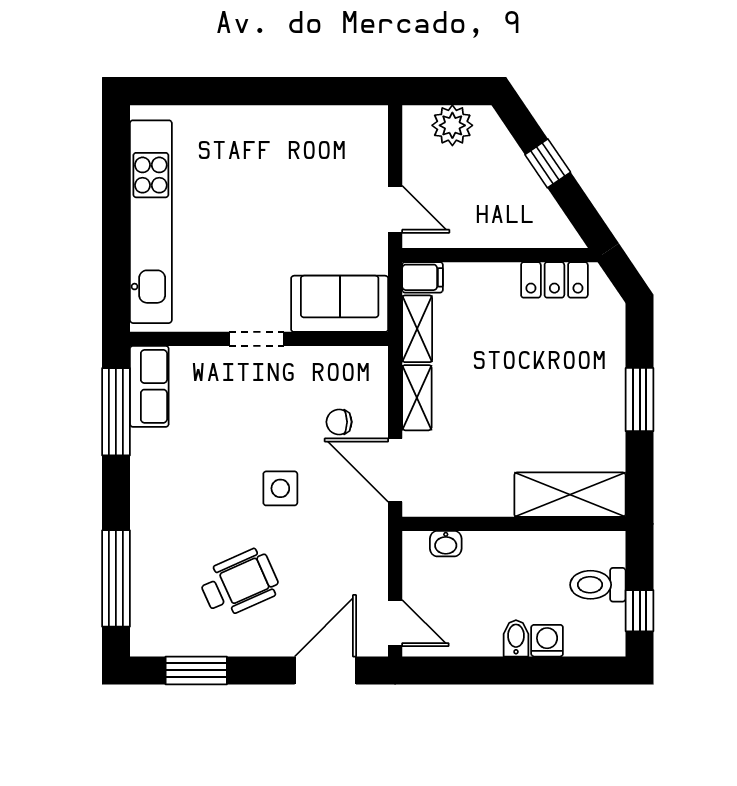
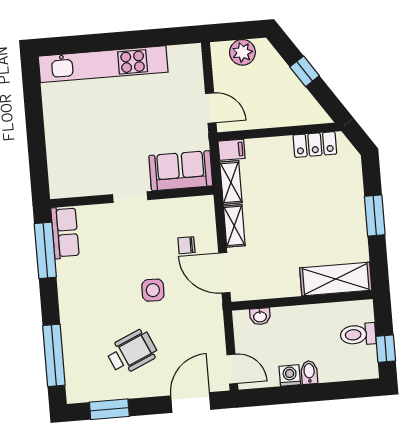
kitchen unit: (151, 222) -> (103, 64), moved, turned 90
washing machine: (547, 641) -> (290, 375), moved

